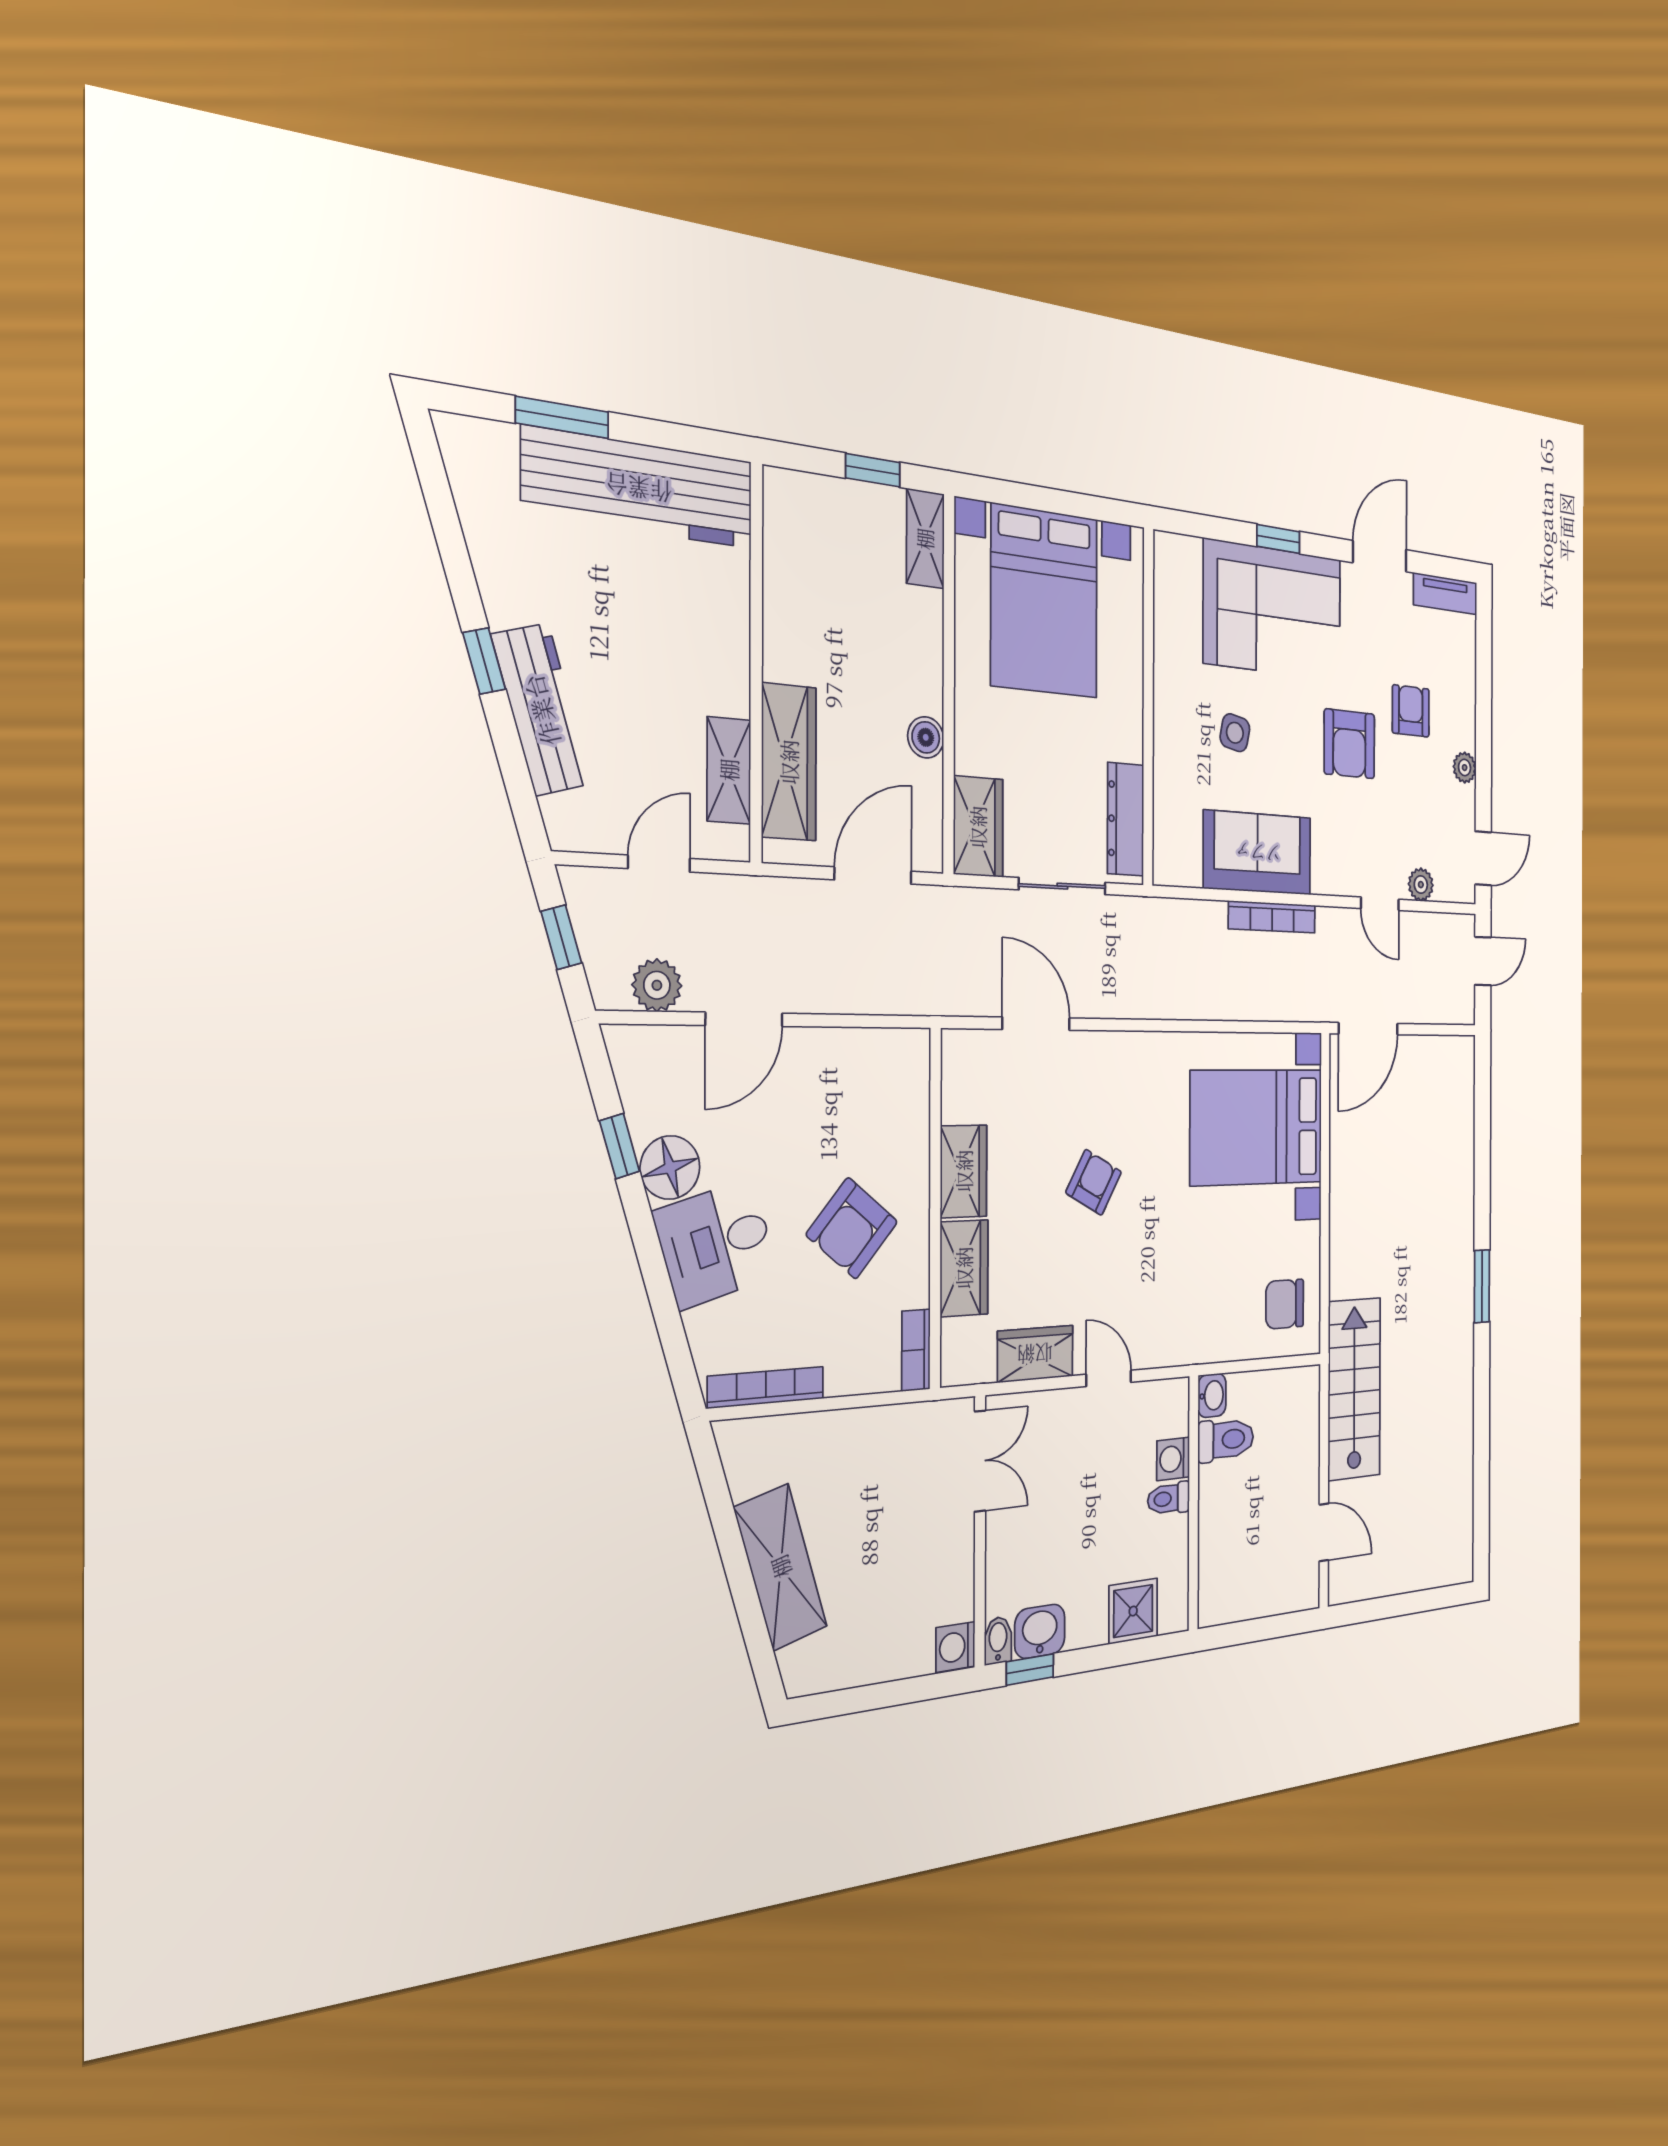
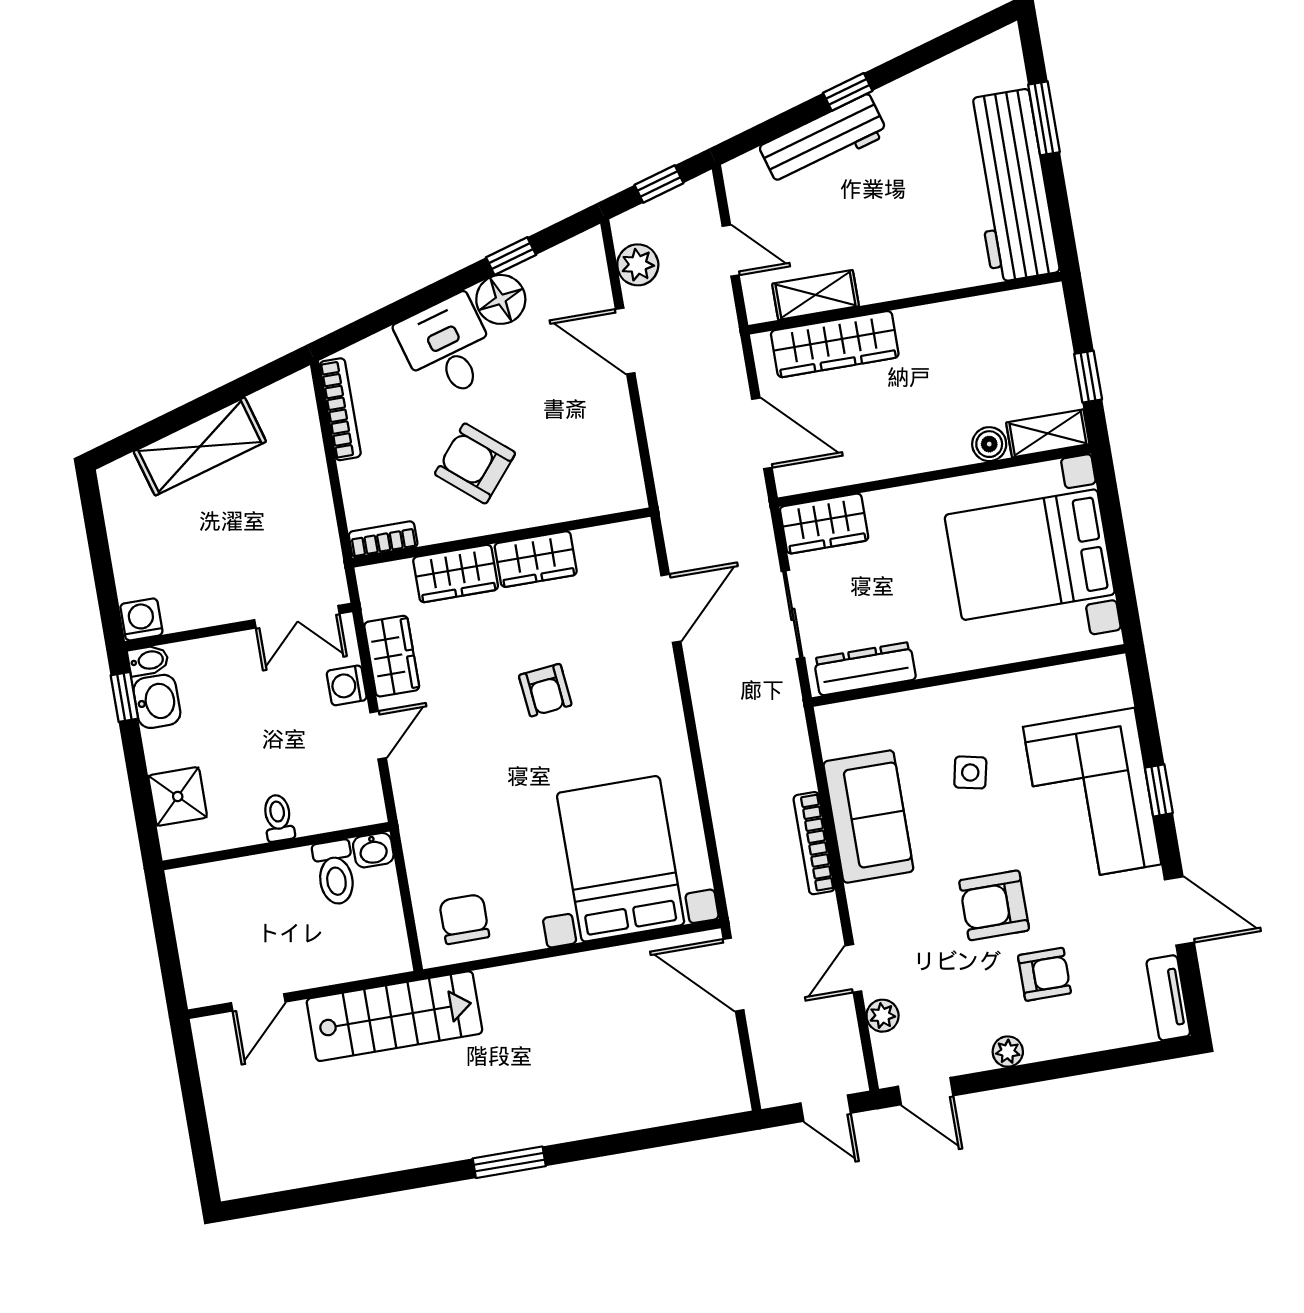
boiler: (926, 737) -> (989, 444), moved
armchair: (1094, 1182) -> (545, 690), turned 55
washing machine: (1173, 1459) -> (347, 685), moved, turned -90

